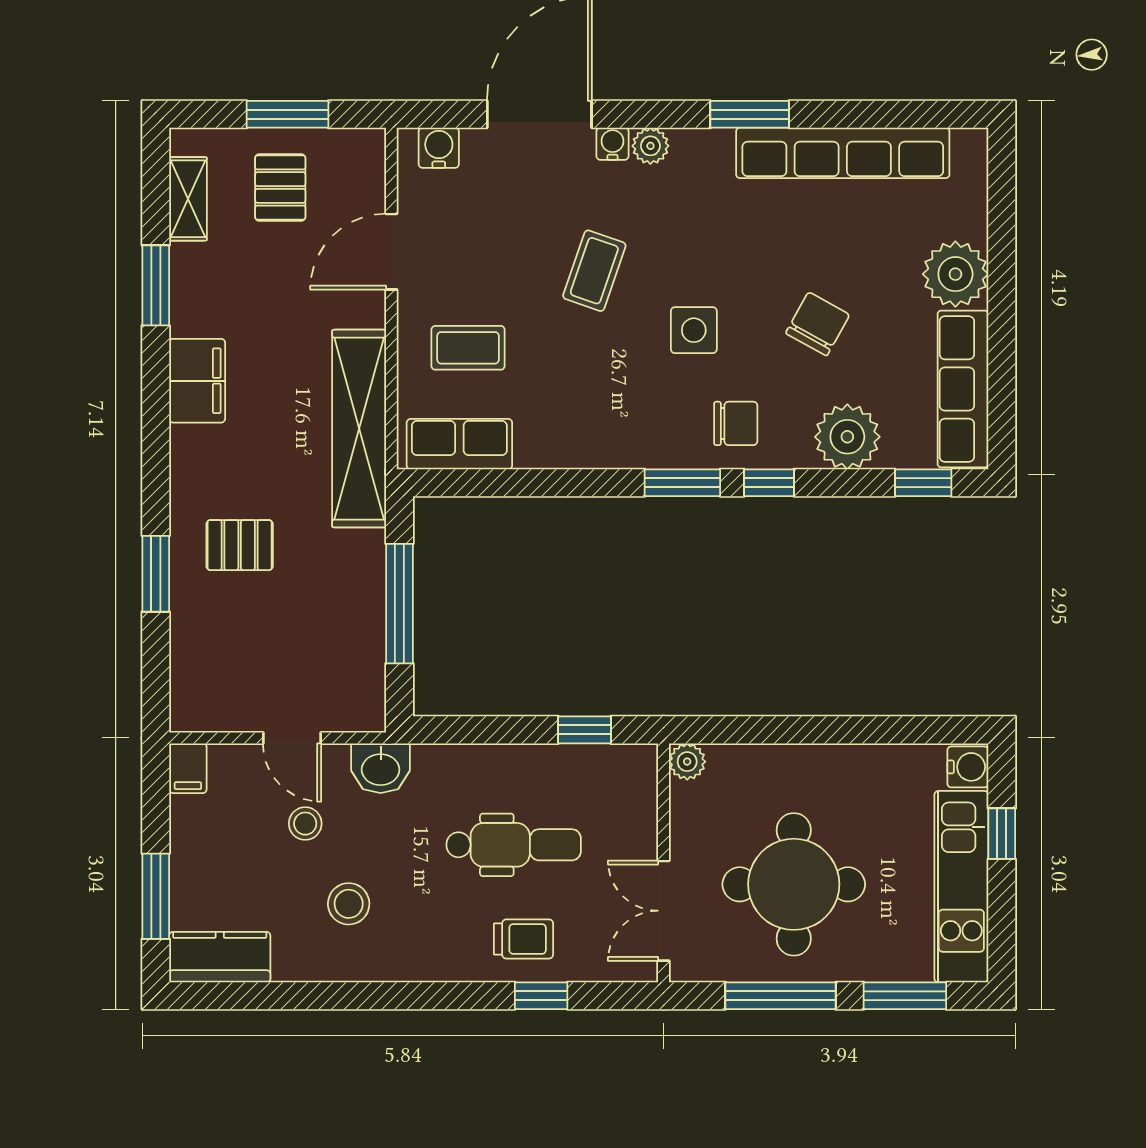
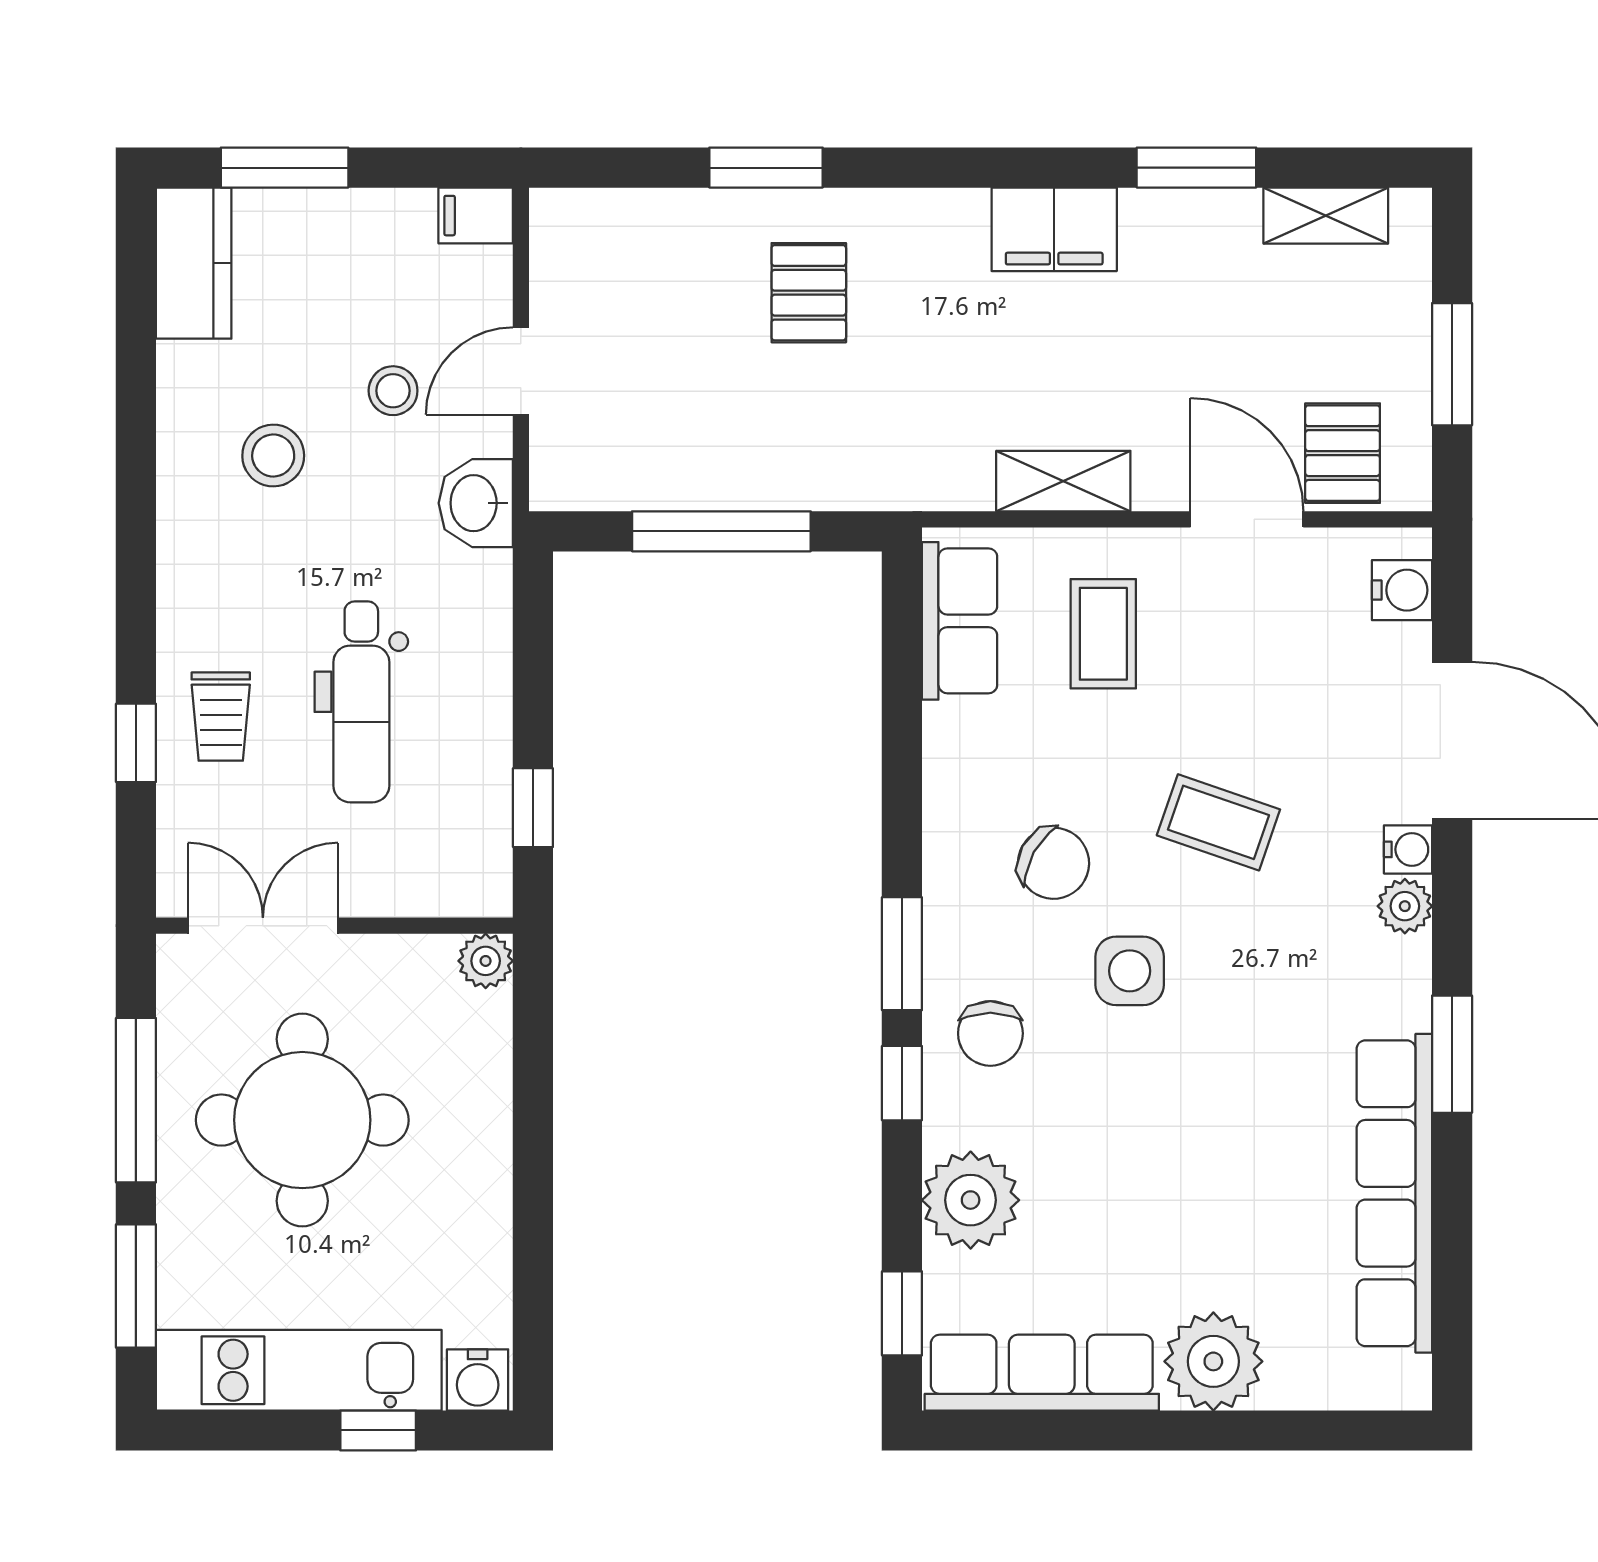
pallet: (280, 188) -> (1343, 453), moved, turned 90
chair: (818, 324) -> (1054, 863), moved
shelving: (359, 429) -> (1063, 481), width x0.45, depth x0.75

